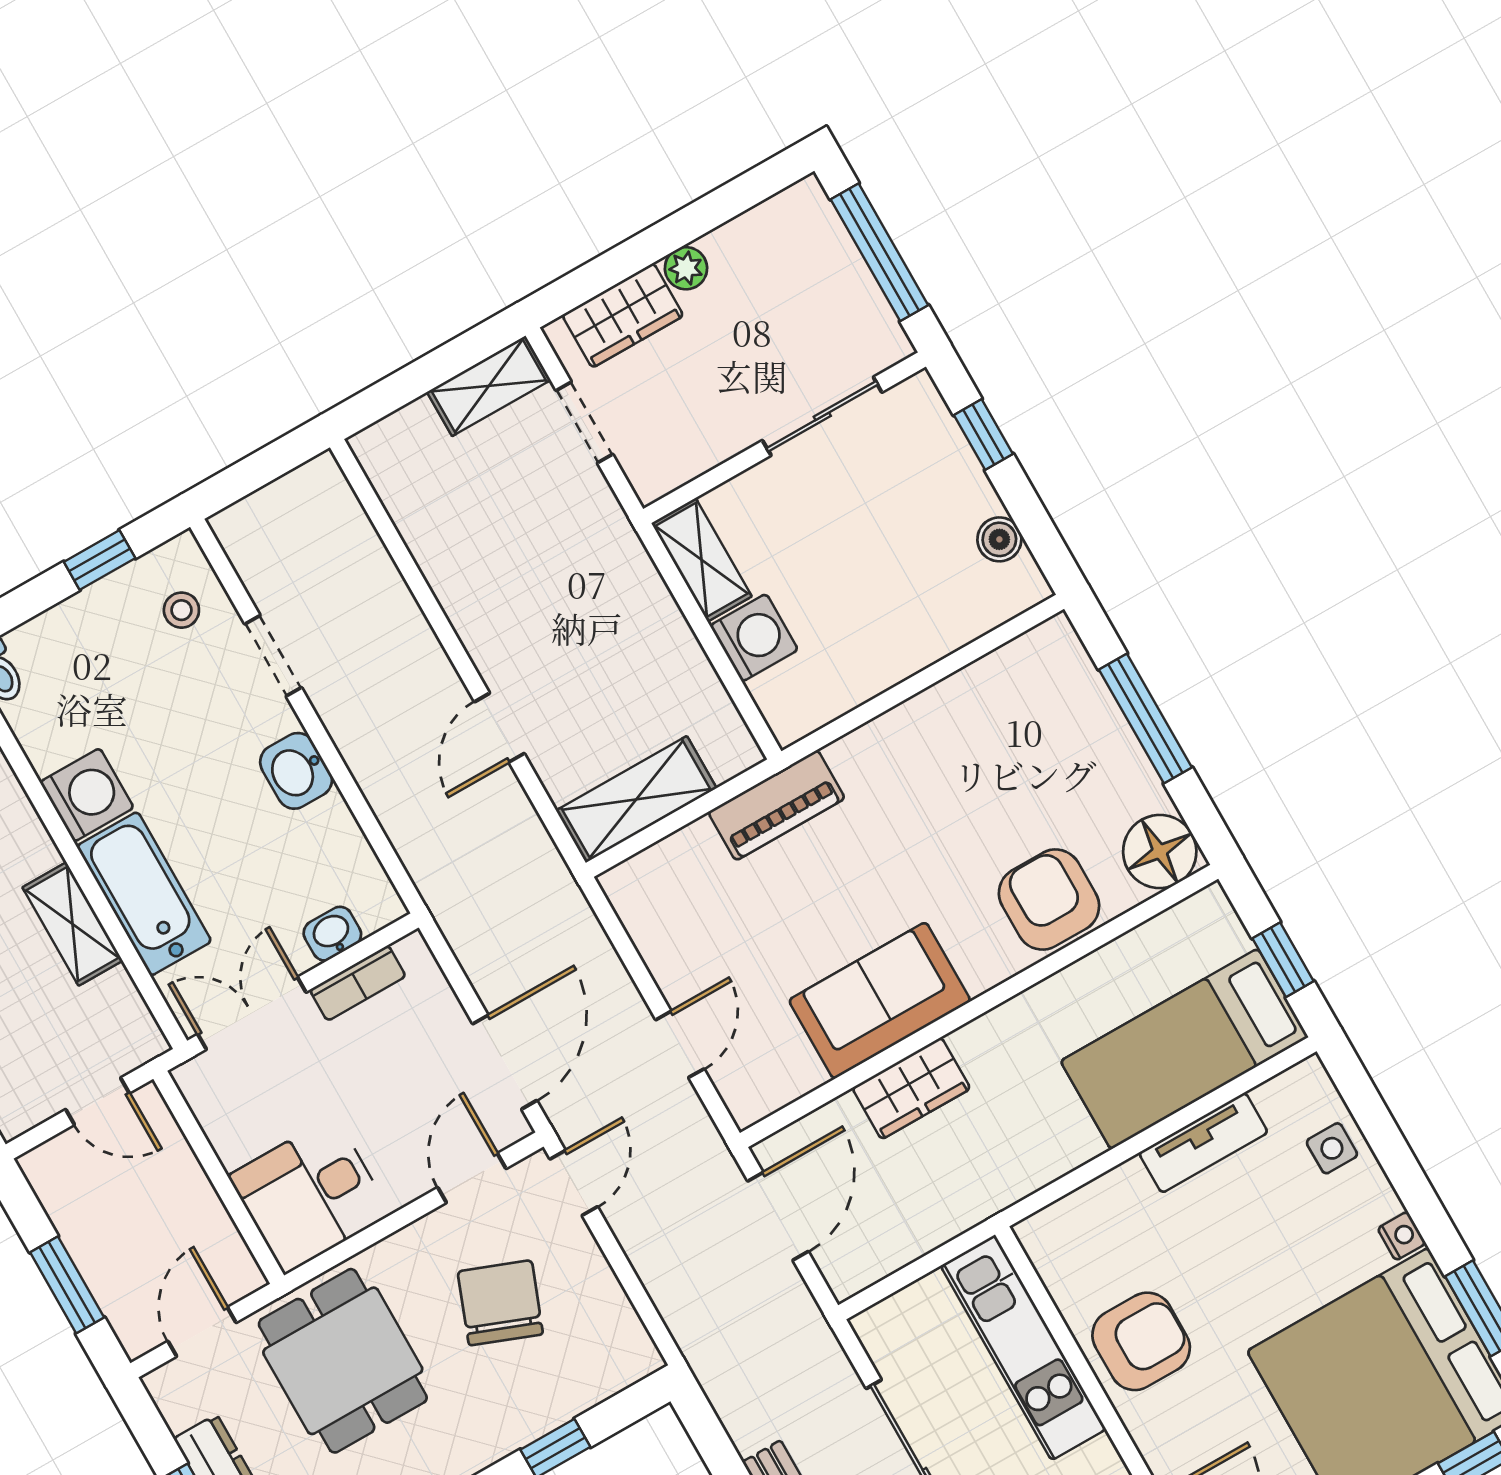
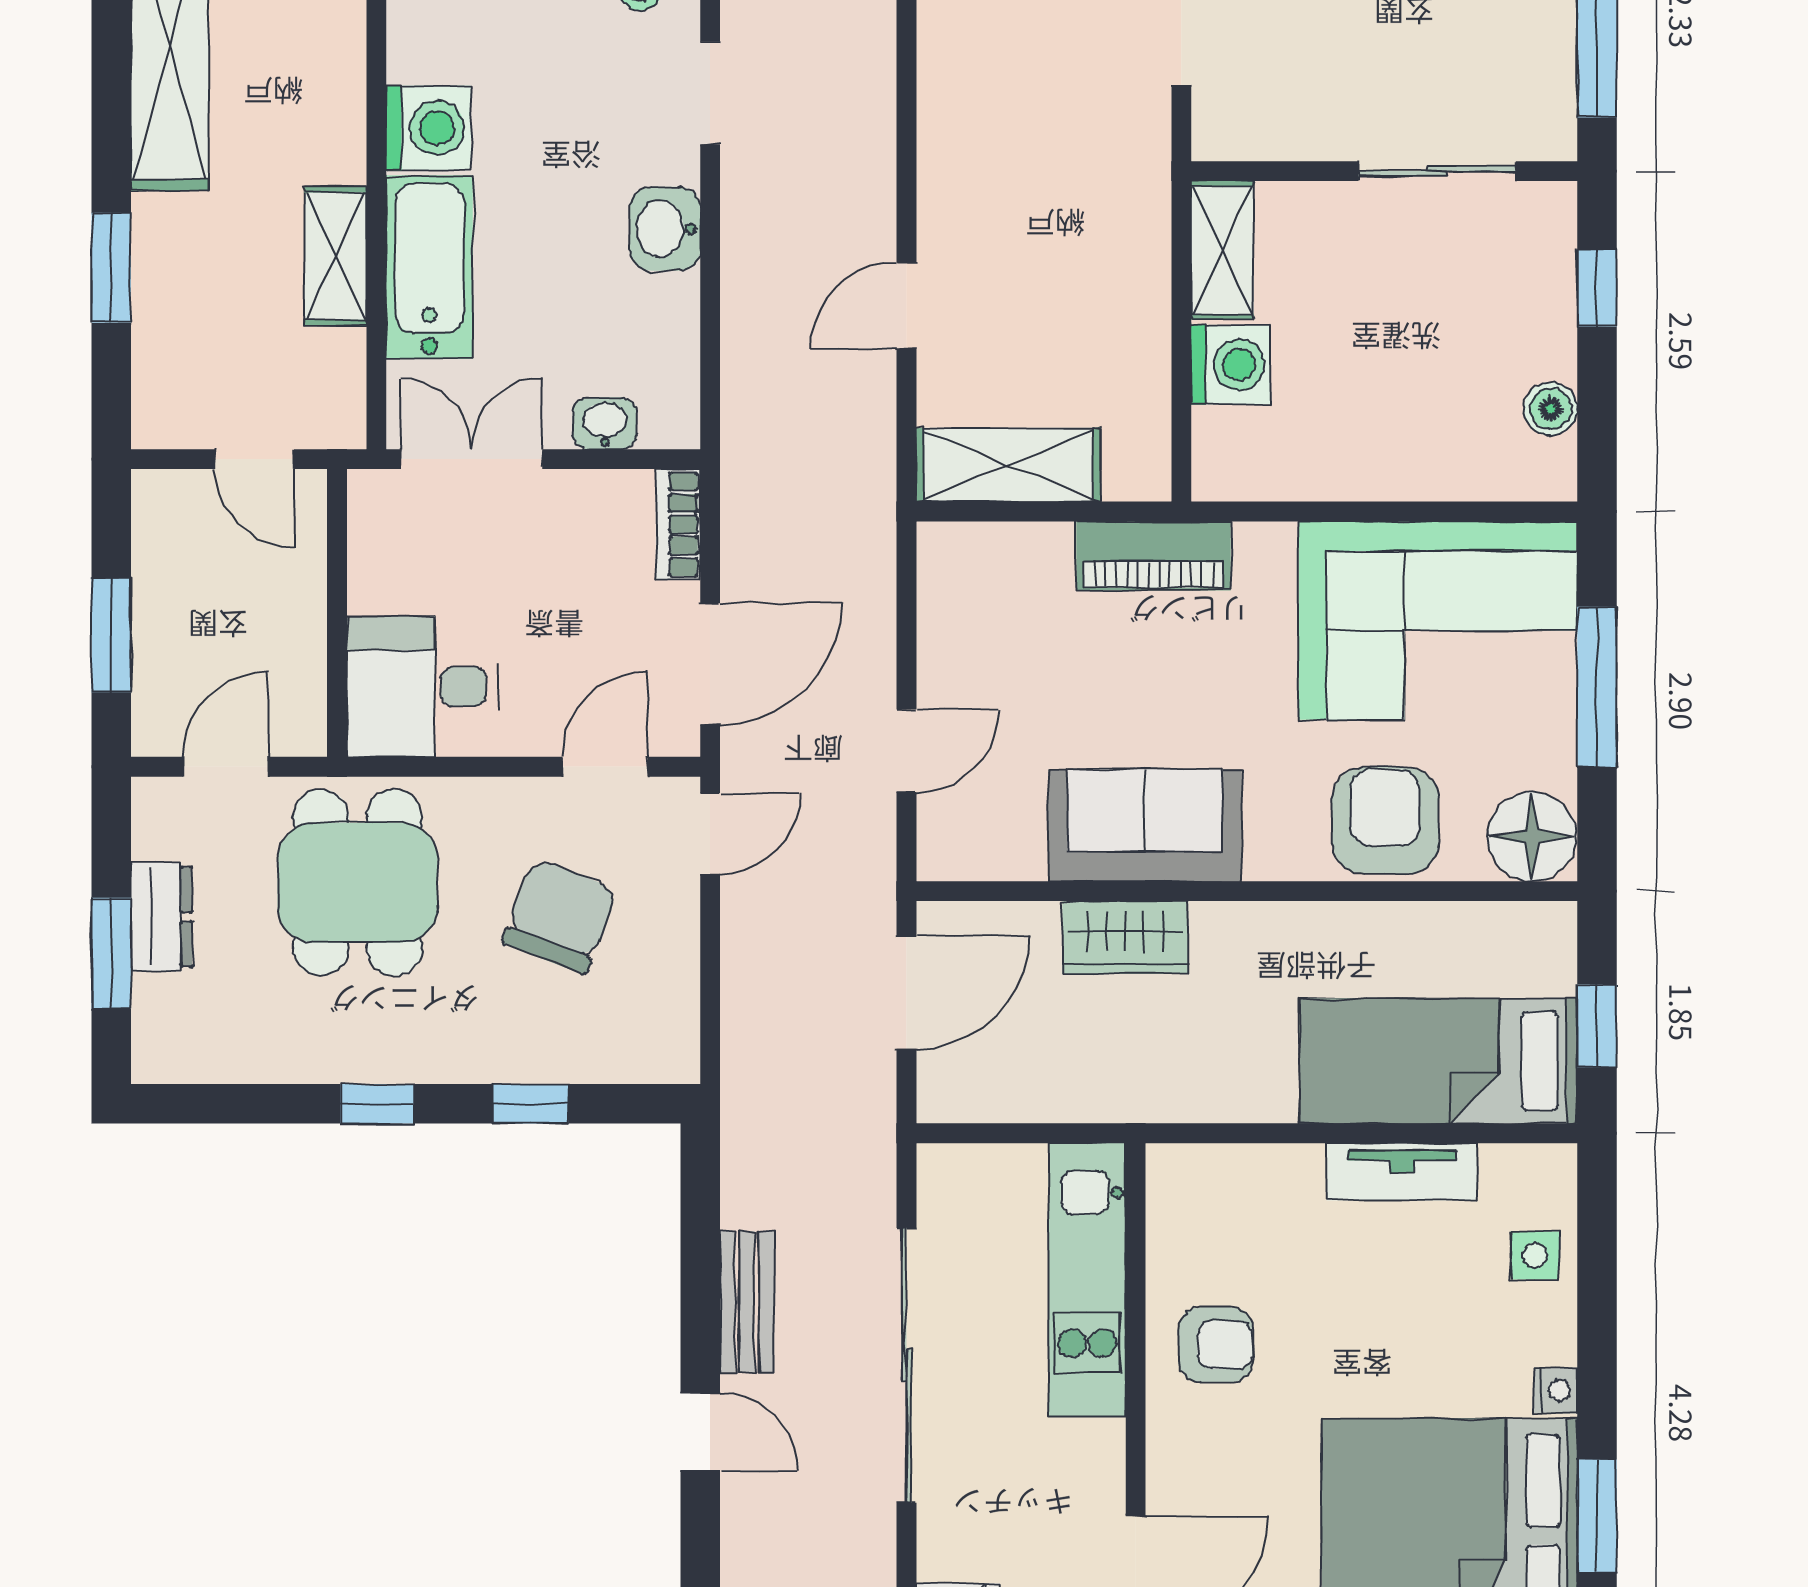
corner sofa: (1005, 736) -> (1438, 620), added
bookcase: (358, 983) -> (678, 524), moved, turned 90
armchair: (1141, 1341) -> (1216, 1345), width x0.72, depth x0.72

